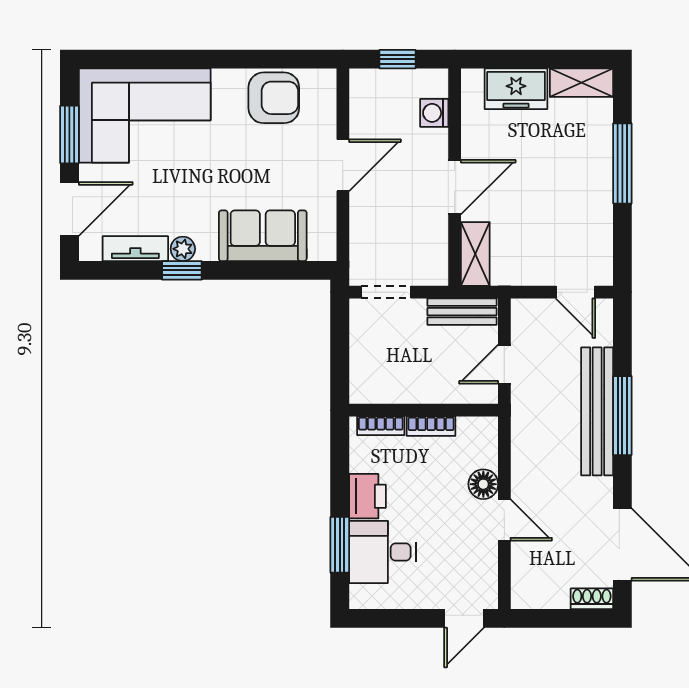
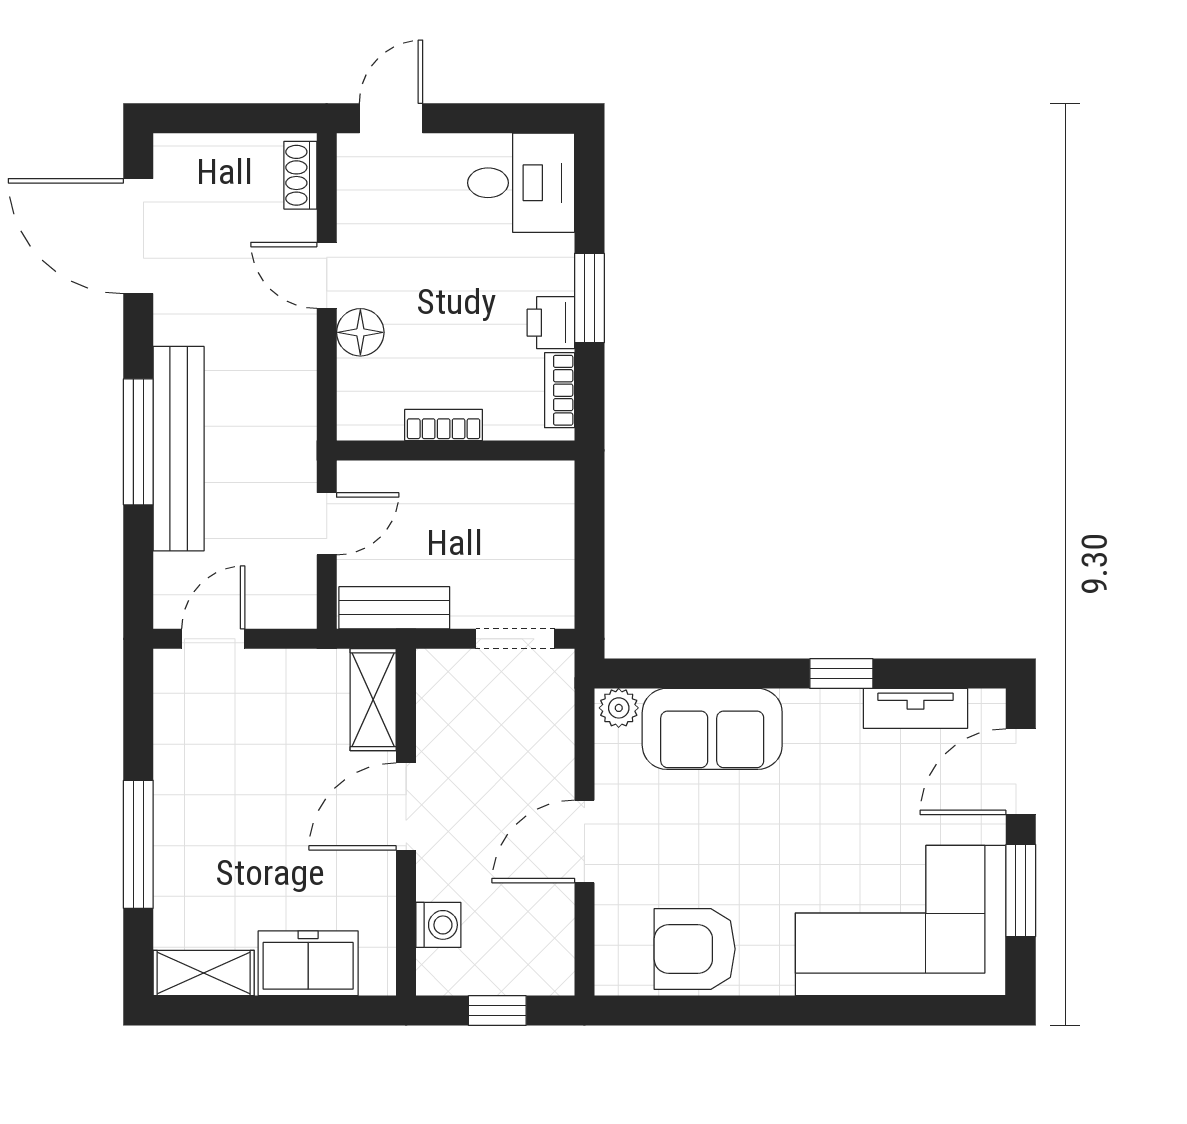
plant: (183, 249) -> (619, 708), moved
door: (575, 292) -> (213, 639), hinge flipped
bookcase: (381, 426) -> (560, 390), moved, turned -90
printer: (367, 496) -> (551, 323), width x0.73, depth x0.81
window: (340, 545) -> (589, 298), moved
desk: (383, 552) -> (521, 183), moved
shoe rack: (592, 599) -> (300, 175), moved, turned 90

